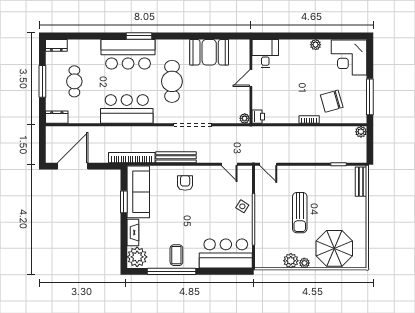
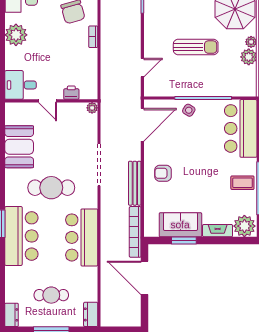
plant: (316, 45) -> (16, 35), width x1.87, depth x1.87
printer: (258, 117) -> (71, 93), moved
door: (229, 164) -> (142, 125), width x1.87
door: (268, 164) -> (142, 68), moved
door: (73, 166) -> (145, 278), moved
sofa: (138, 192) -> (180, 225), width x0.73

